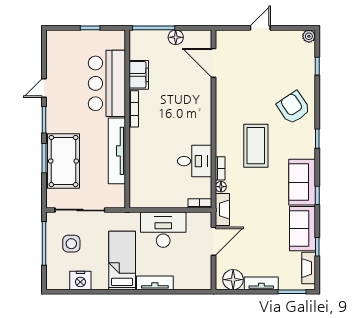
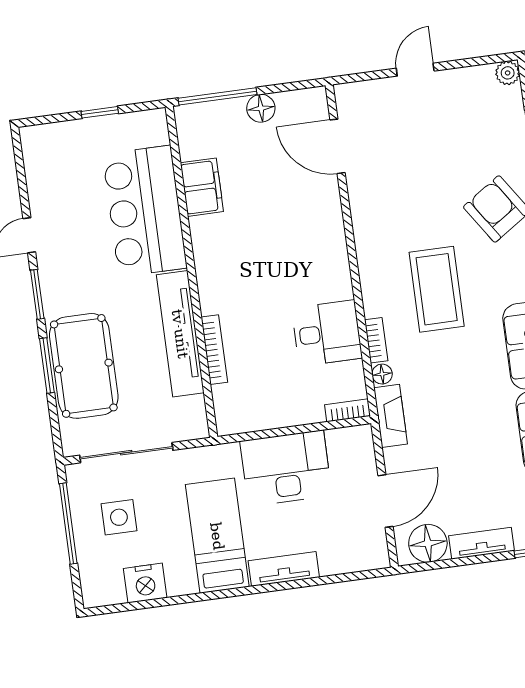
bookcase: (134, 109) -> (214, 350), moved
door: (214, 241) -> (386, 501), moved

